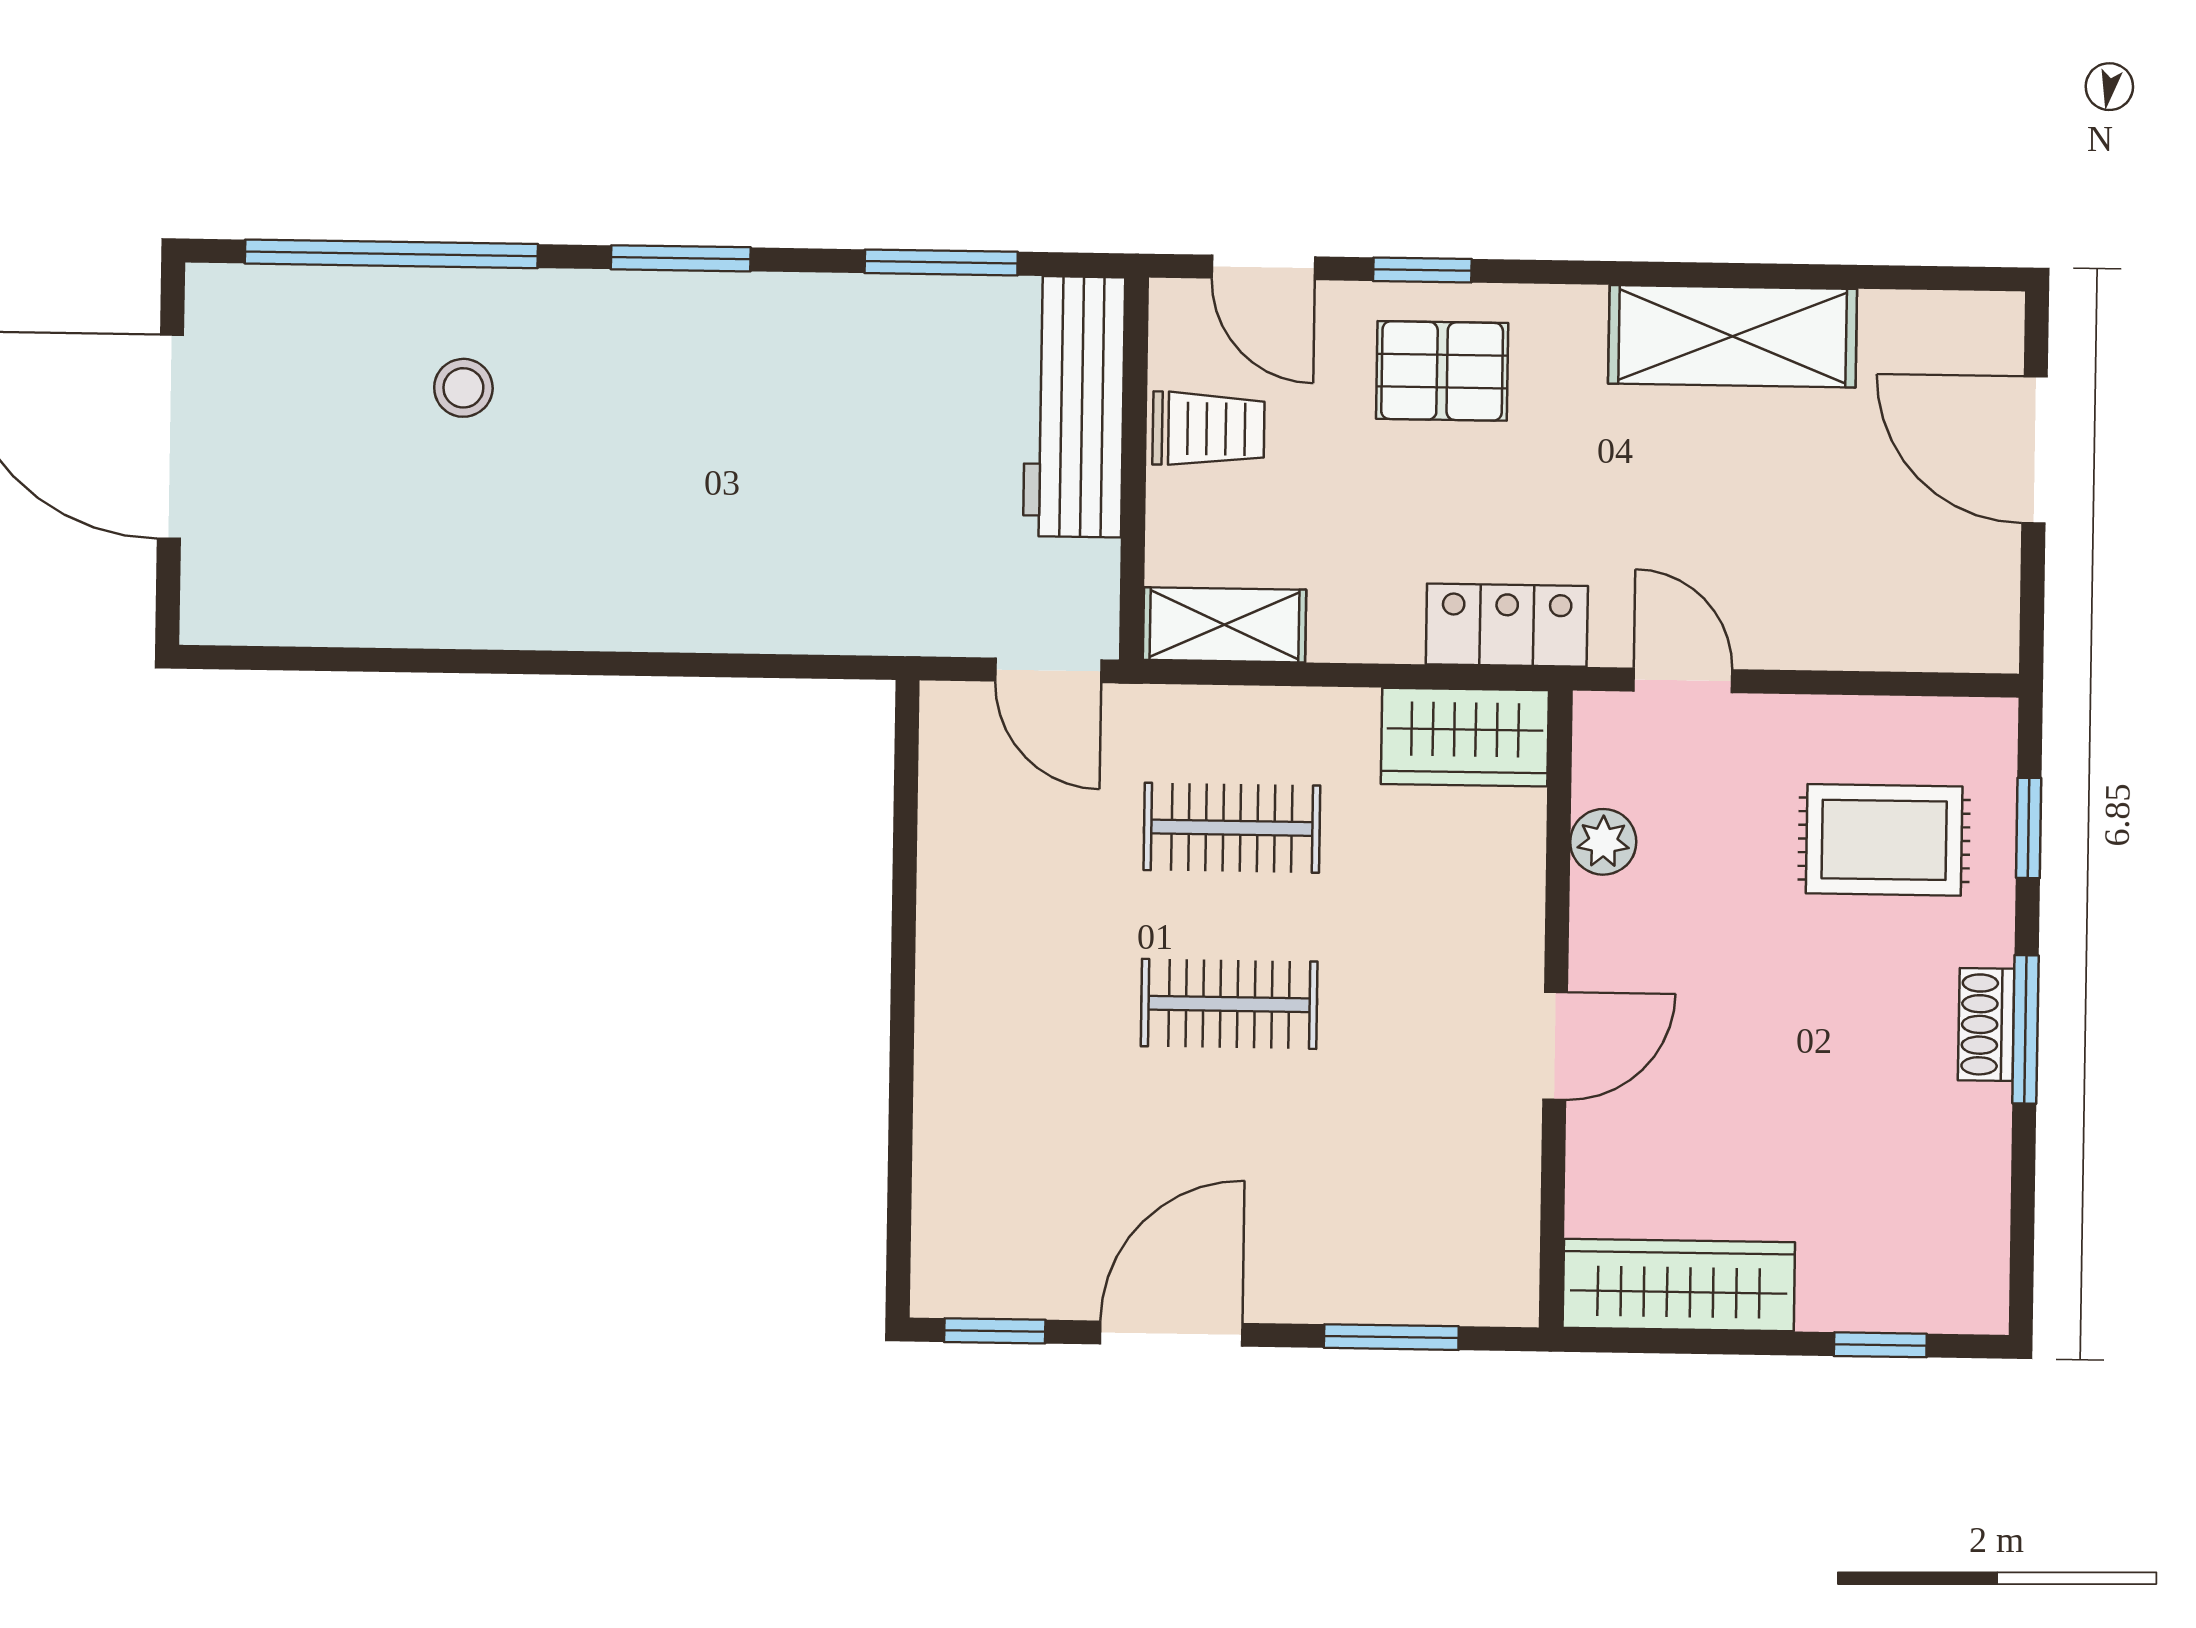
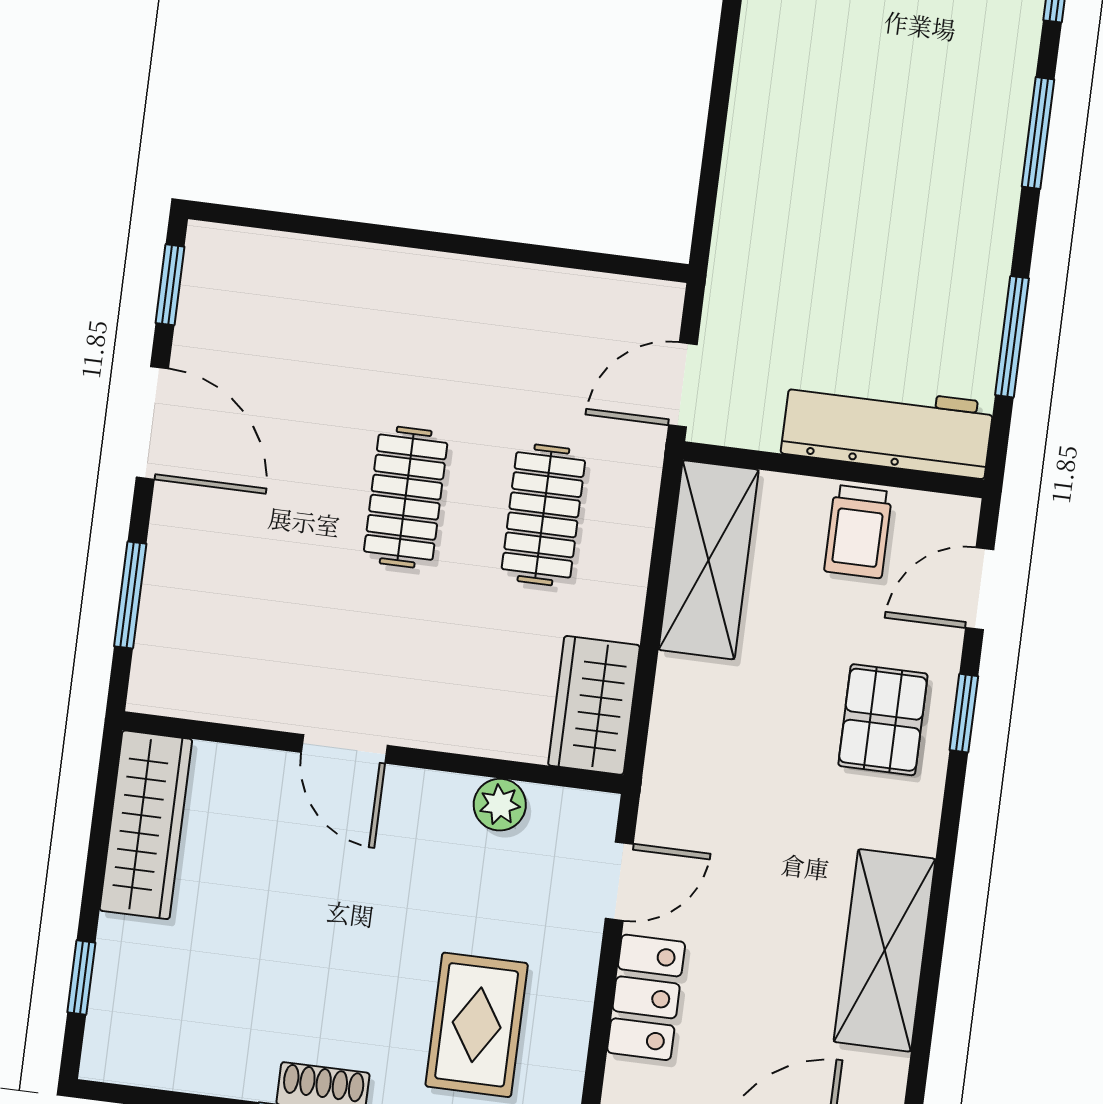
shelving: (1224, 625) -> (709, 560), width x1.50, depth x1.33
locker: (1507, 625) -> (646, 997), moved

